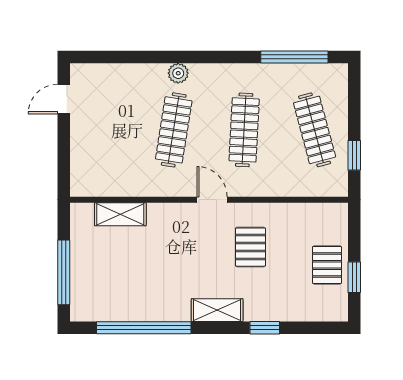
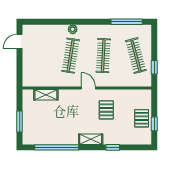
window: (64, 272) -> (20, 122), width x0.69

